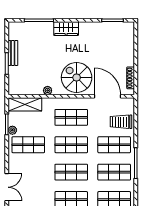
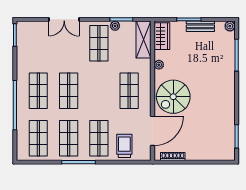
plant: (13, 26) -> (230, 26), added
wardrobe: (66, 29) -> (162, 36), moved, turned 180
spiral stairs: (77, 77) -> (173, 97), turned 180
shop shelf: (71, 145) -> (99, 91), removed
double door: (7, 187) -> (64, 19), moved

